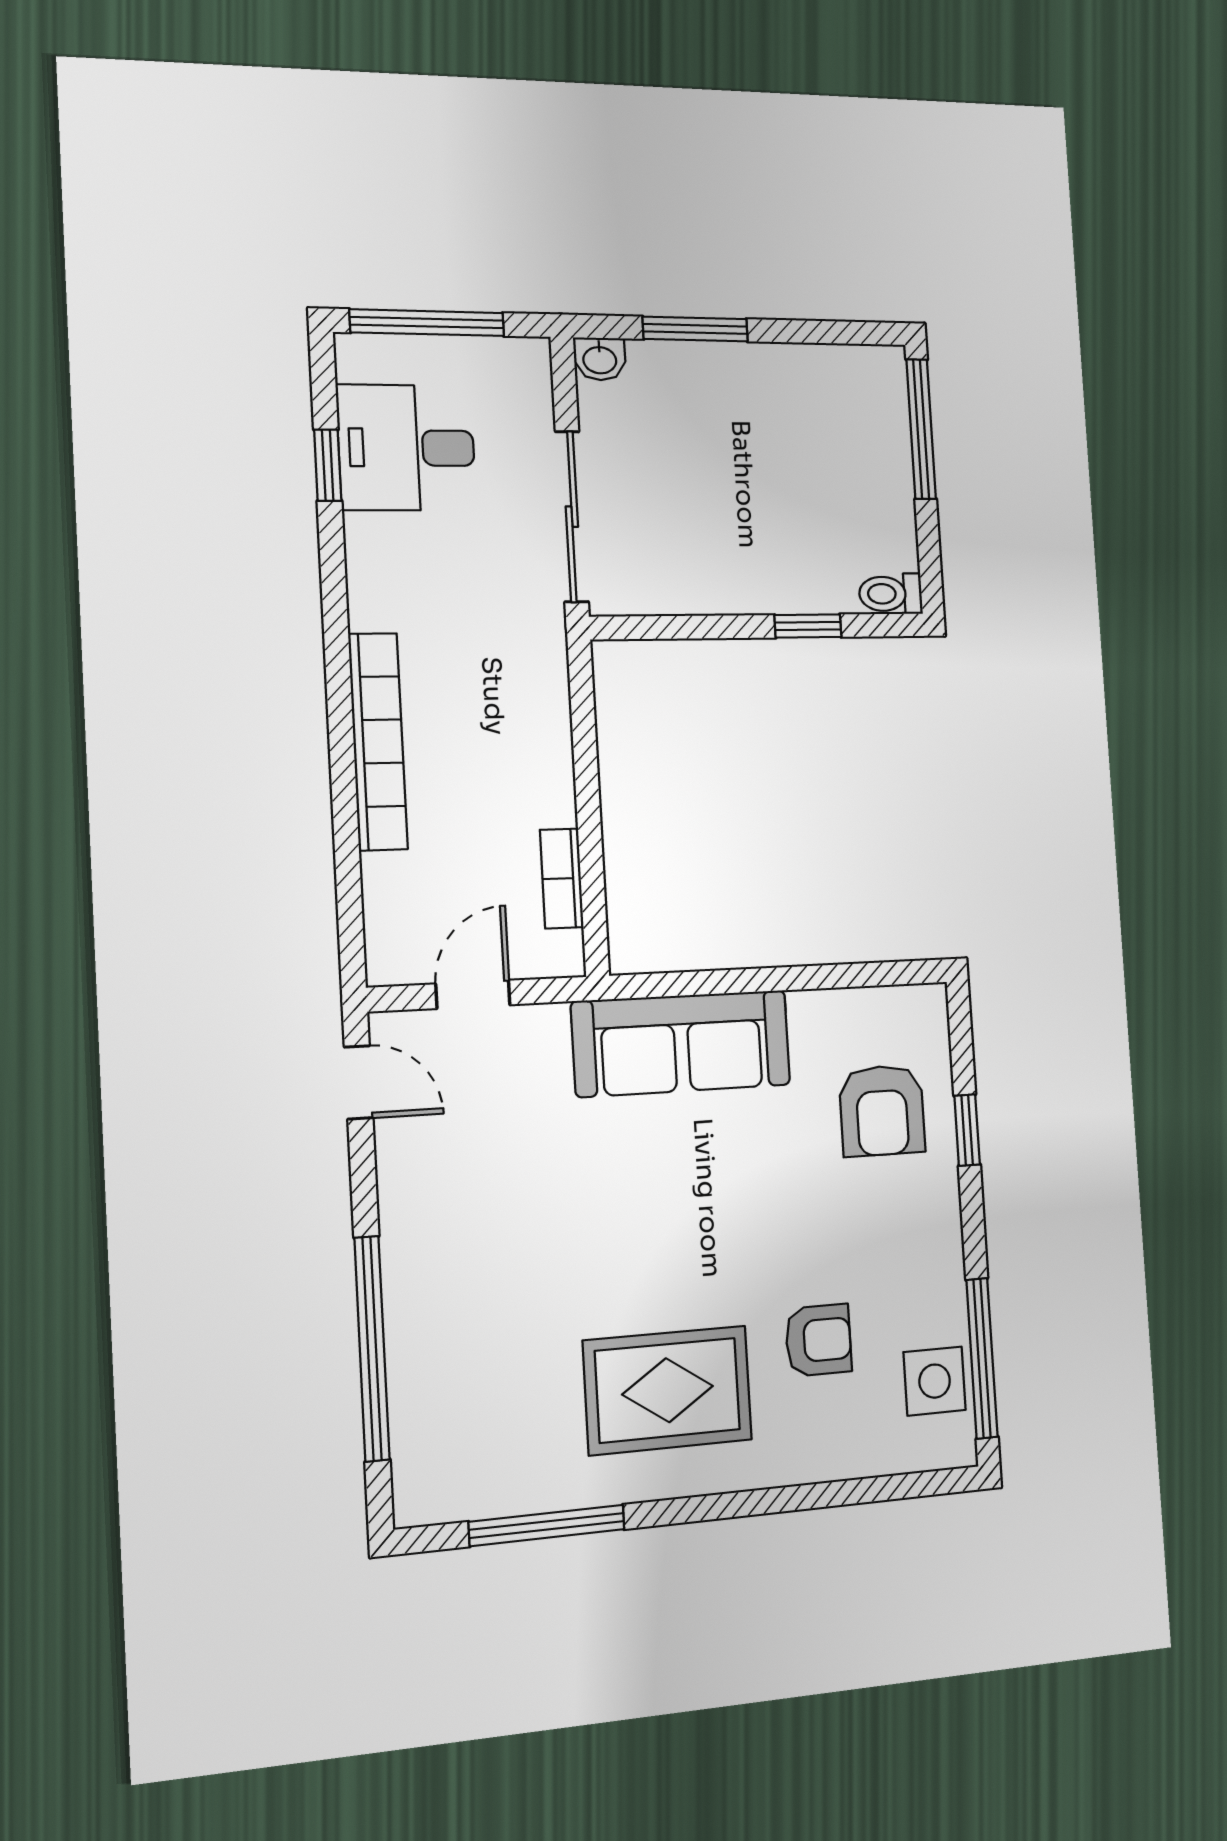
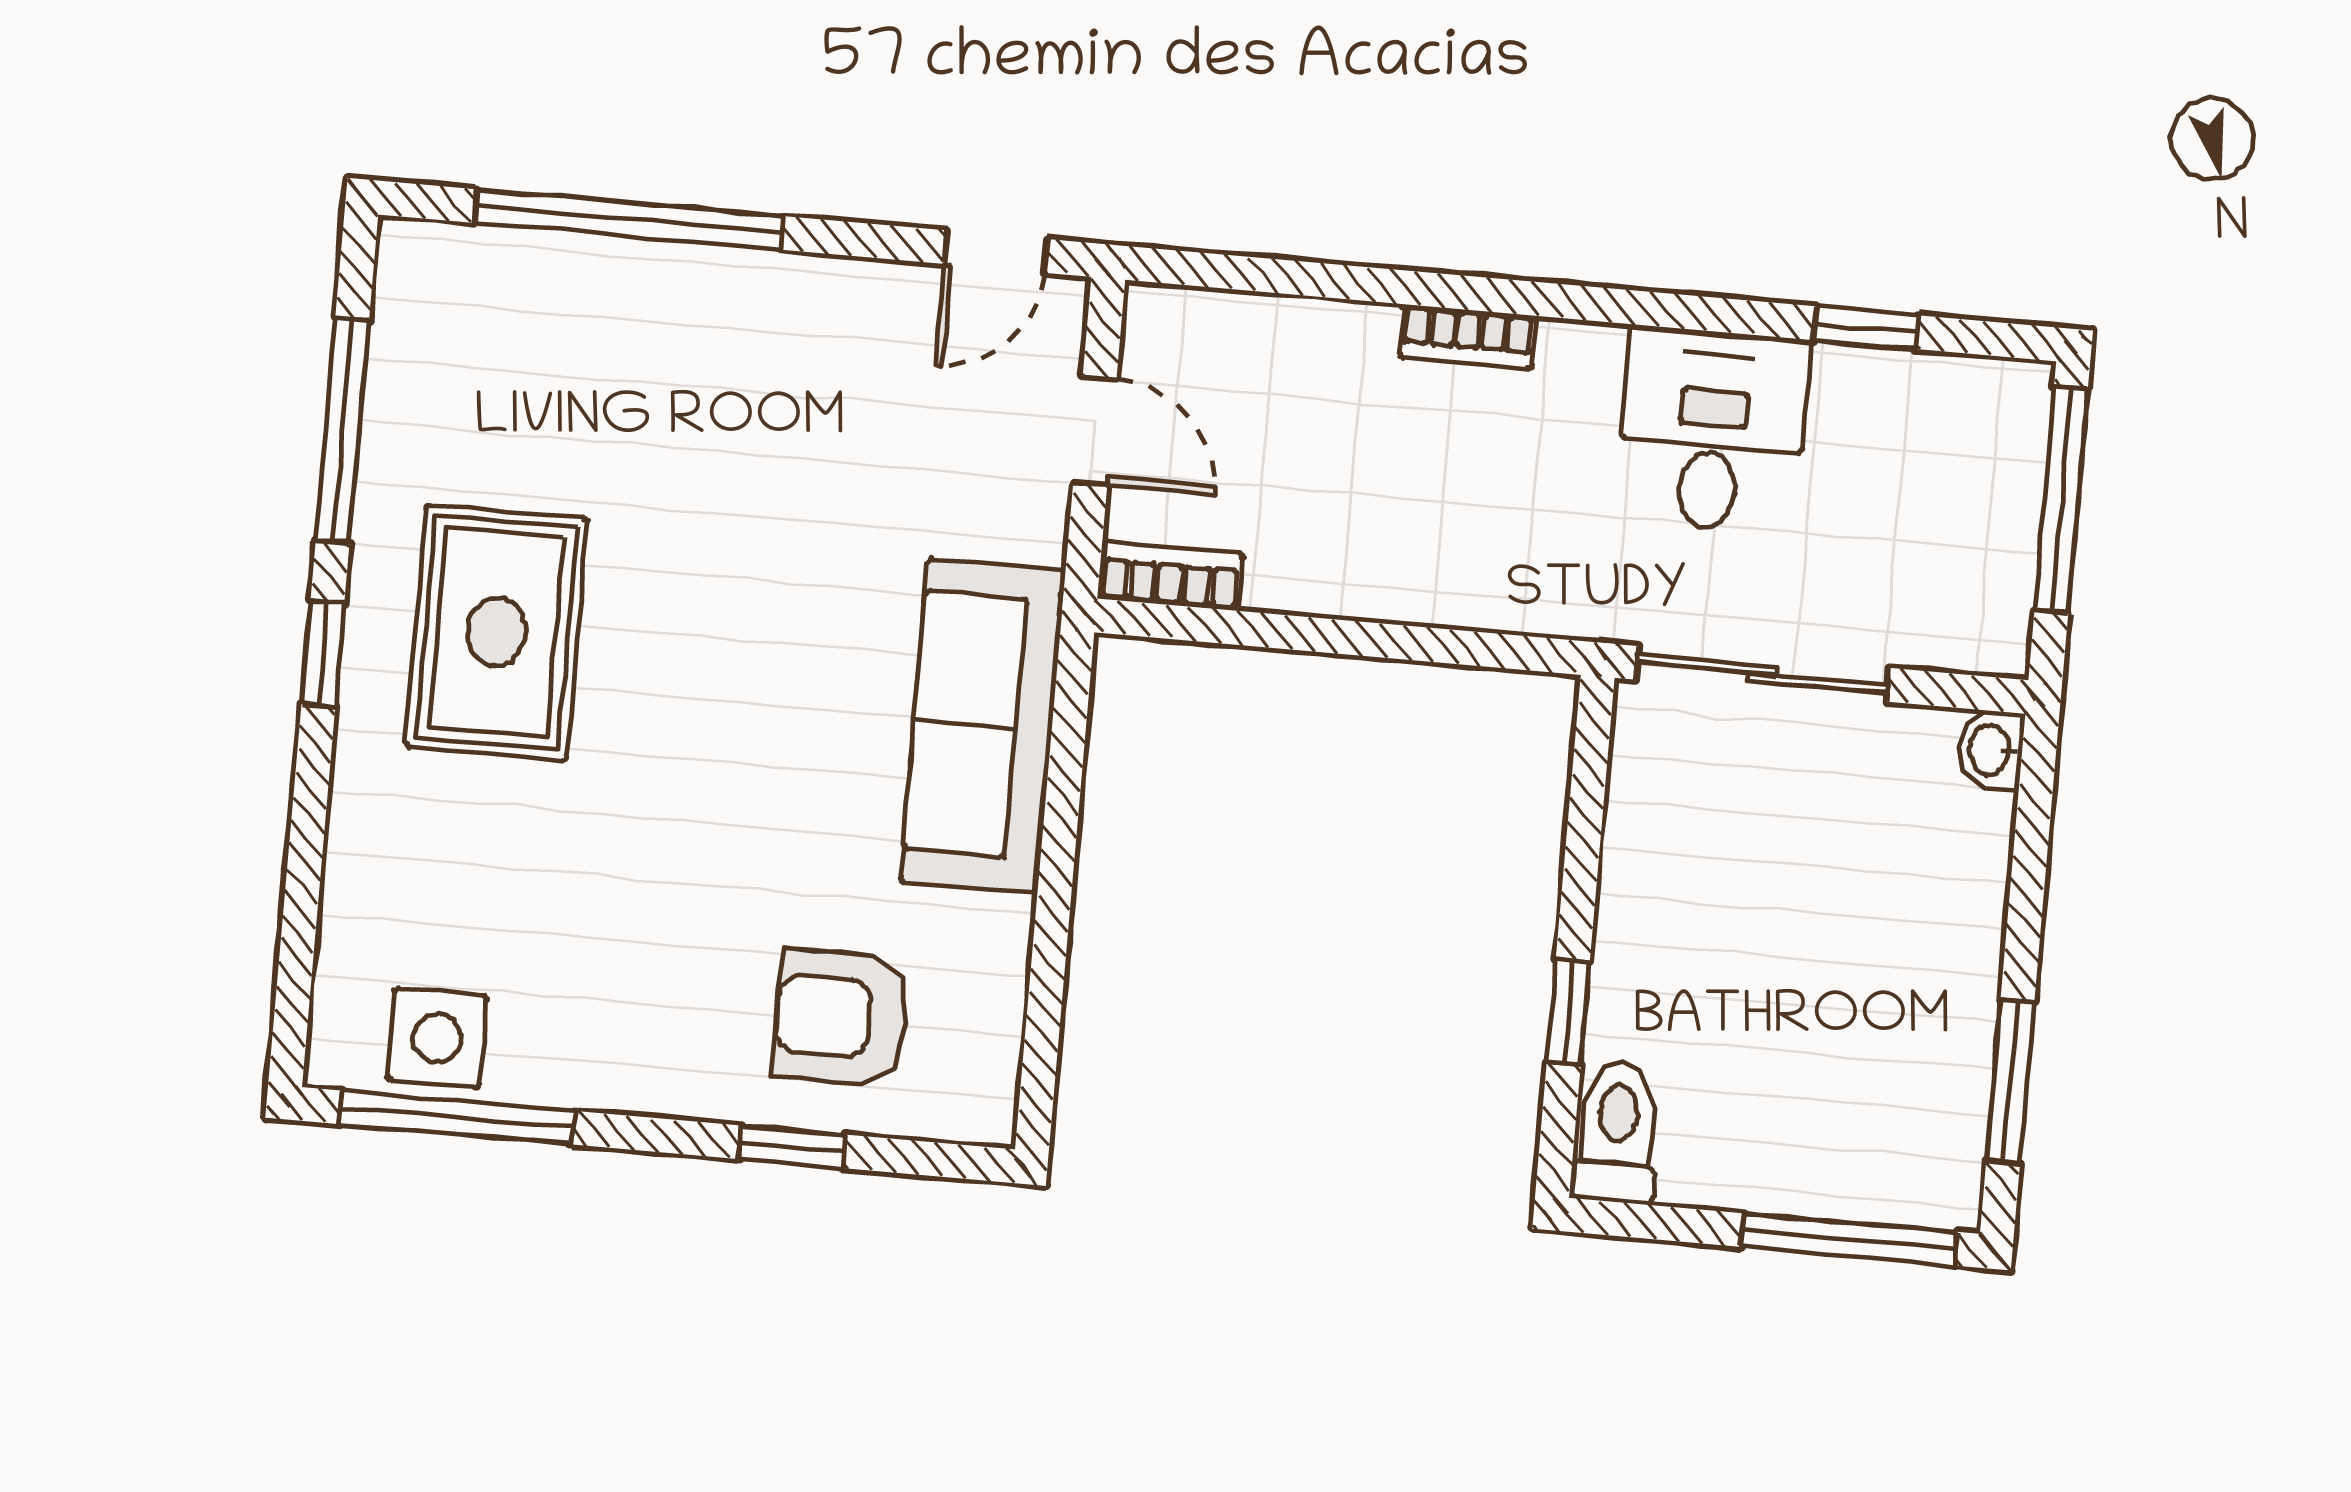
window: (695, 329) -> (2010, 1082), moved
desk: (407, 448) -> (1712, 430), moved
toilet: (891, 594) -> (1617, 1132), width x1.37, depth x1.39
bookcase: (378, 741) -> (1468, 337), width x0.43, depth x0.76
bookcase: (562, 878) -> (1170, 577), moved
armchair: (818, 1340) -> (527, 868), removed
window: (699, 1509) -> (323, 654), added

